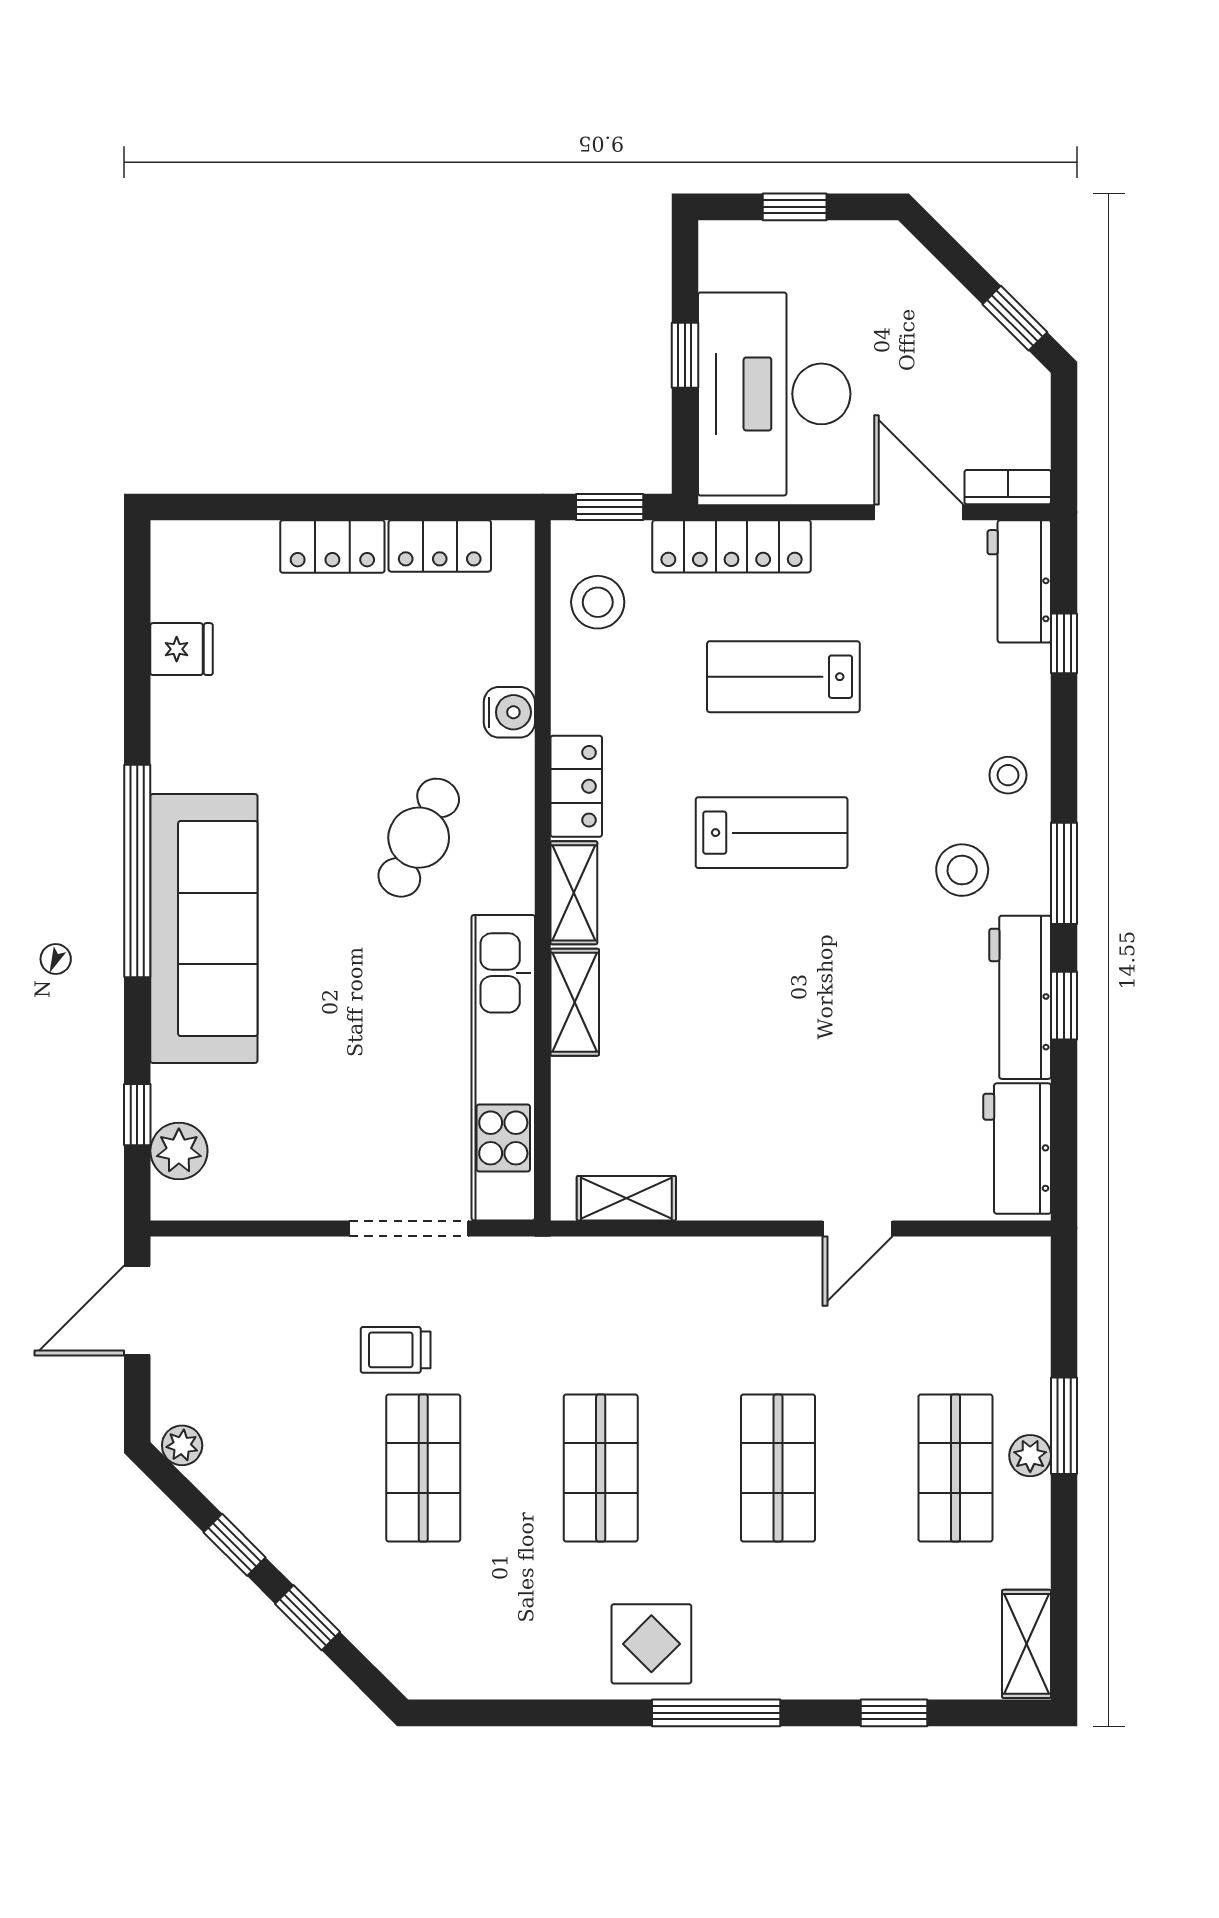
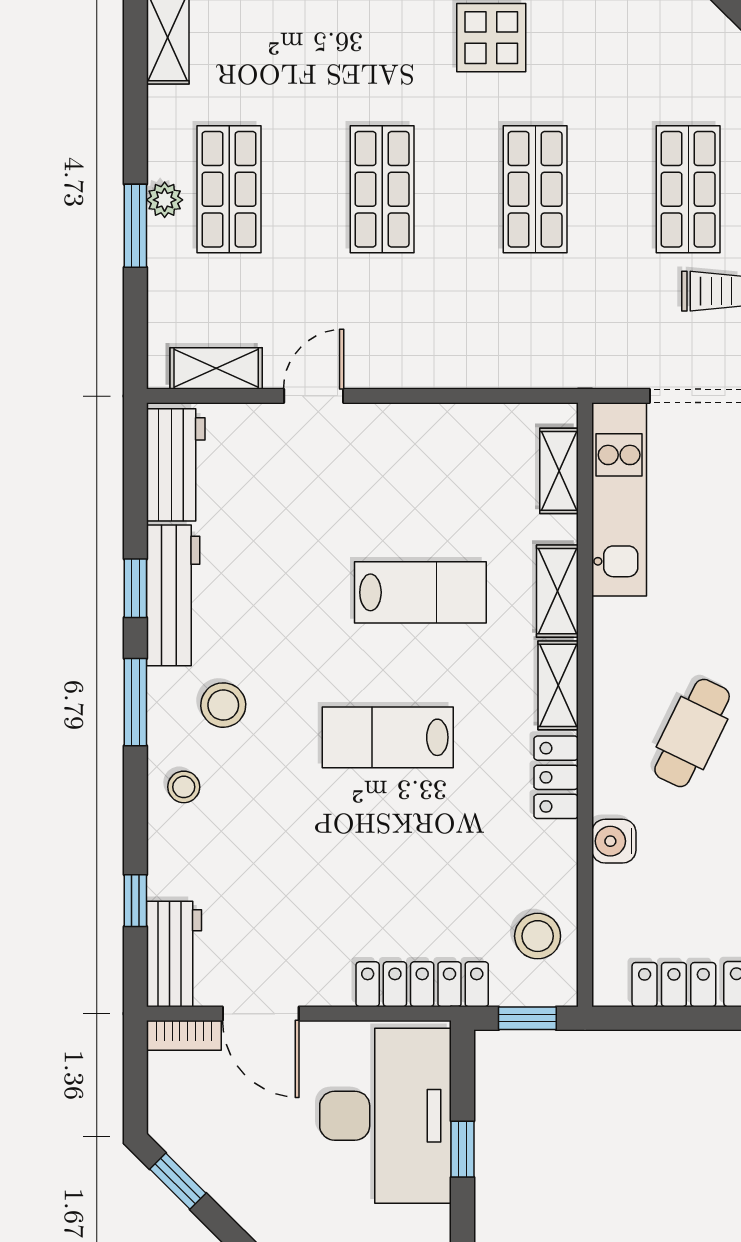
lab bench: (783, 677) -> (420, 592), moved
kitchen unit: (503, 1068) -> (619, 499), width x0.73
shelving: (626, 1198) -> (559, 471), moved, turned 90
shelving: (970, 1260) -> (216, 368), added

